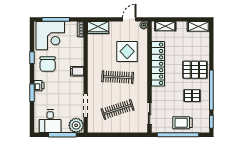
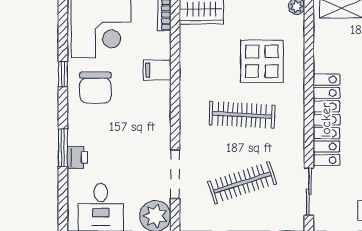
locker: (158, 64) -> (326, 120), moved
filing cabinet: (77, 71) -> (157, 70), moved
printer: (39, 86) -> (77, 157), moved

